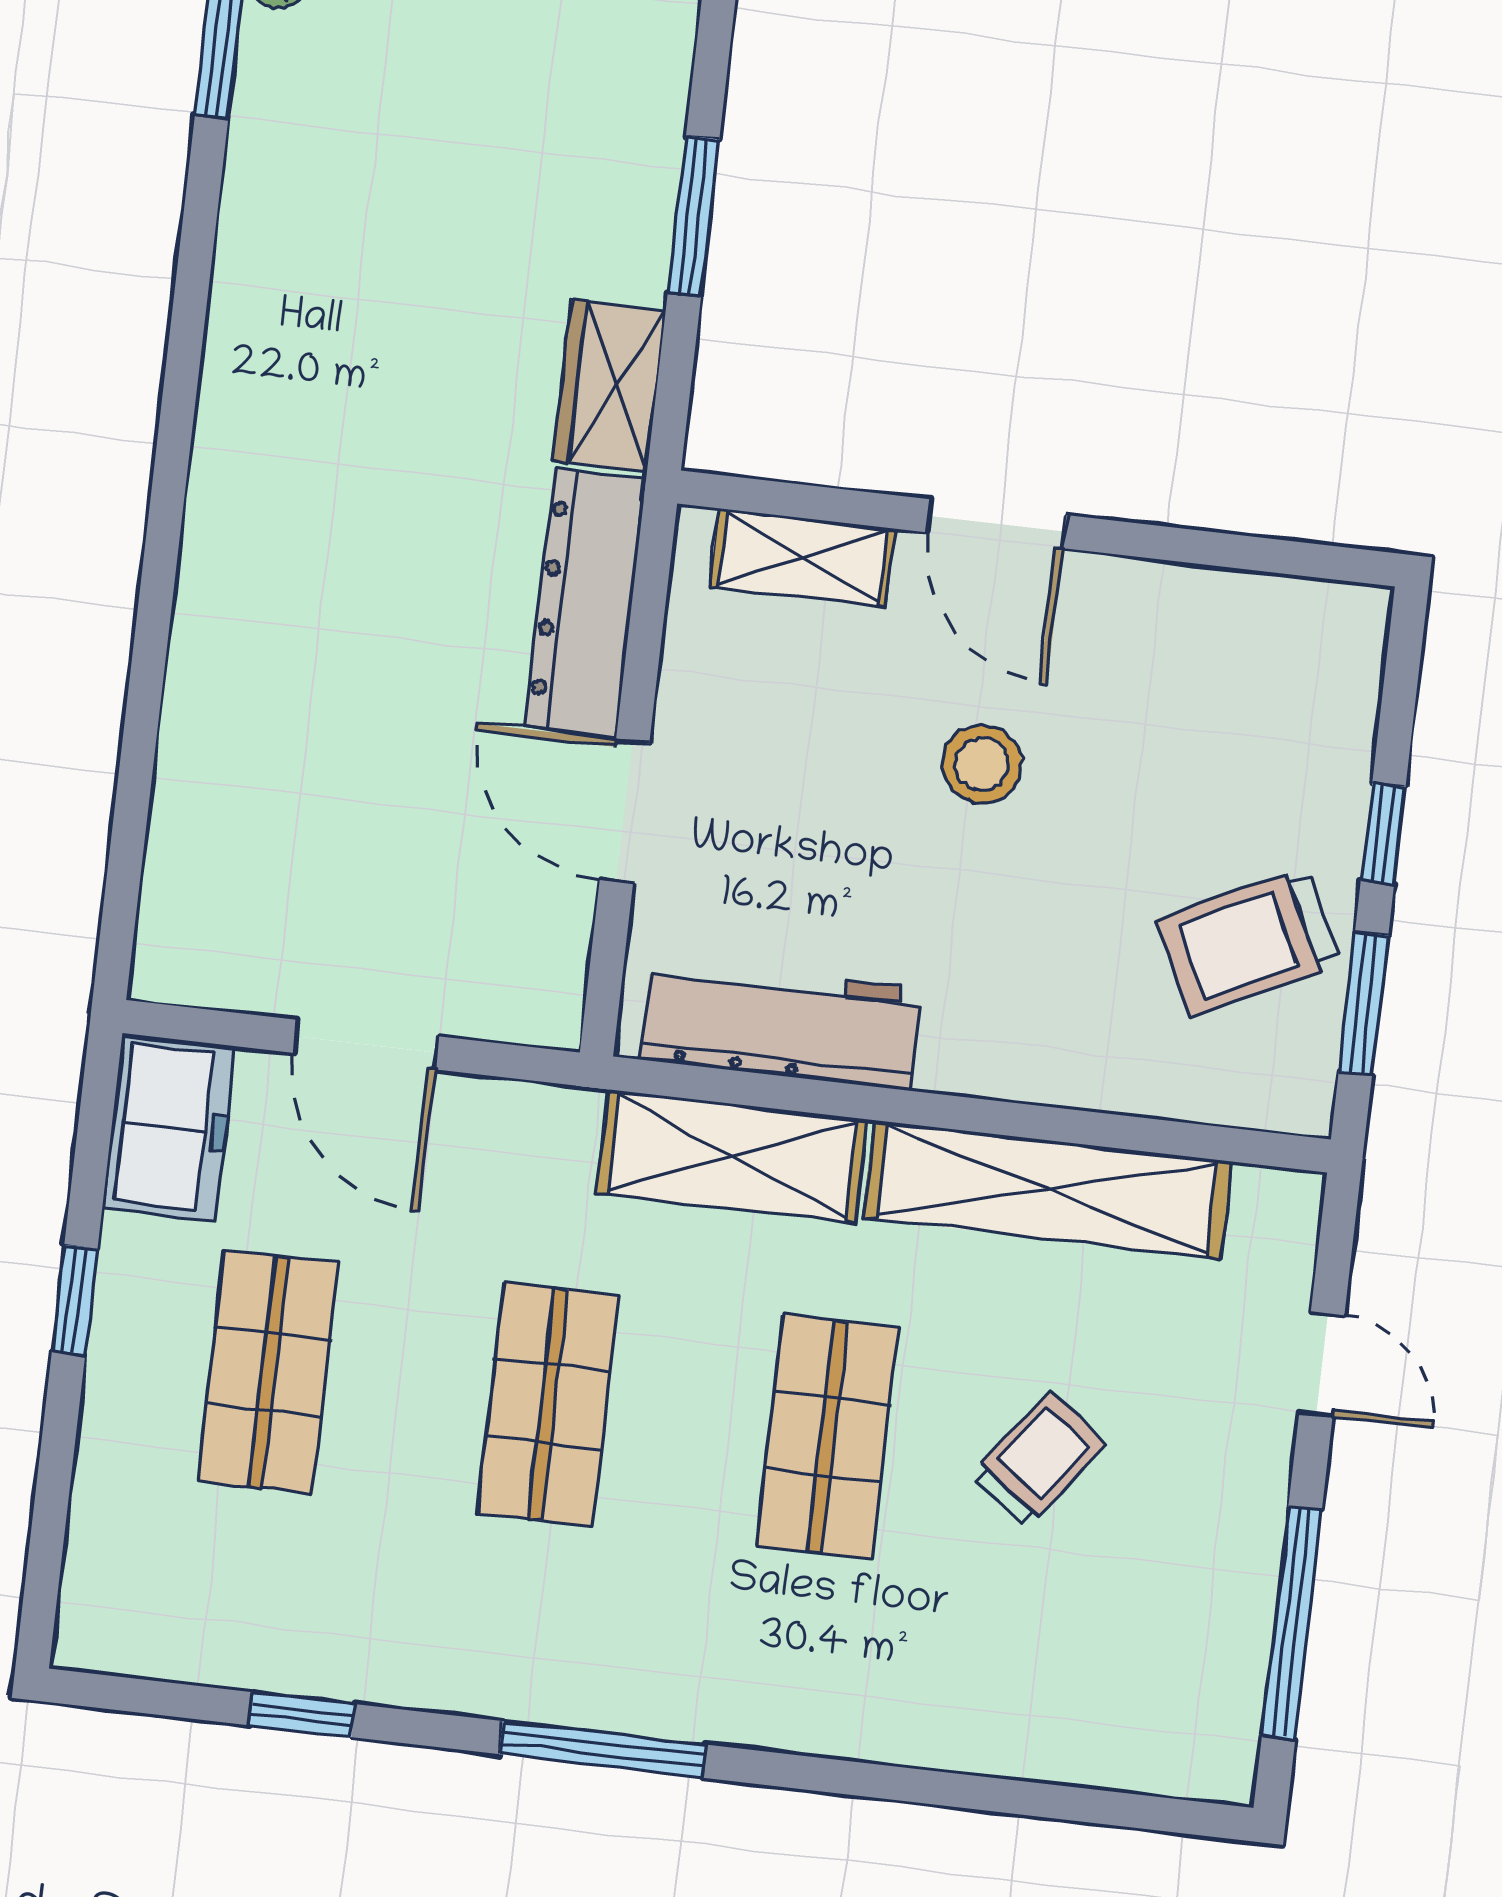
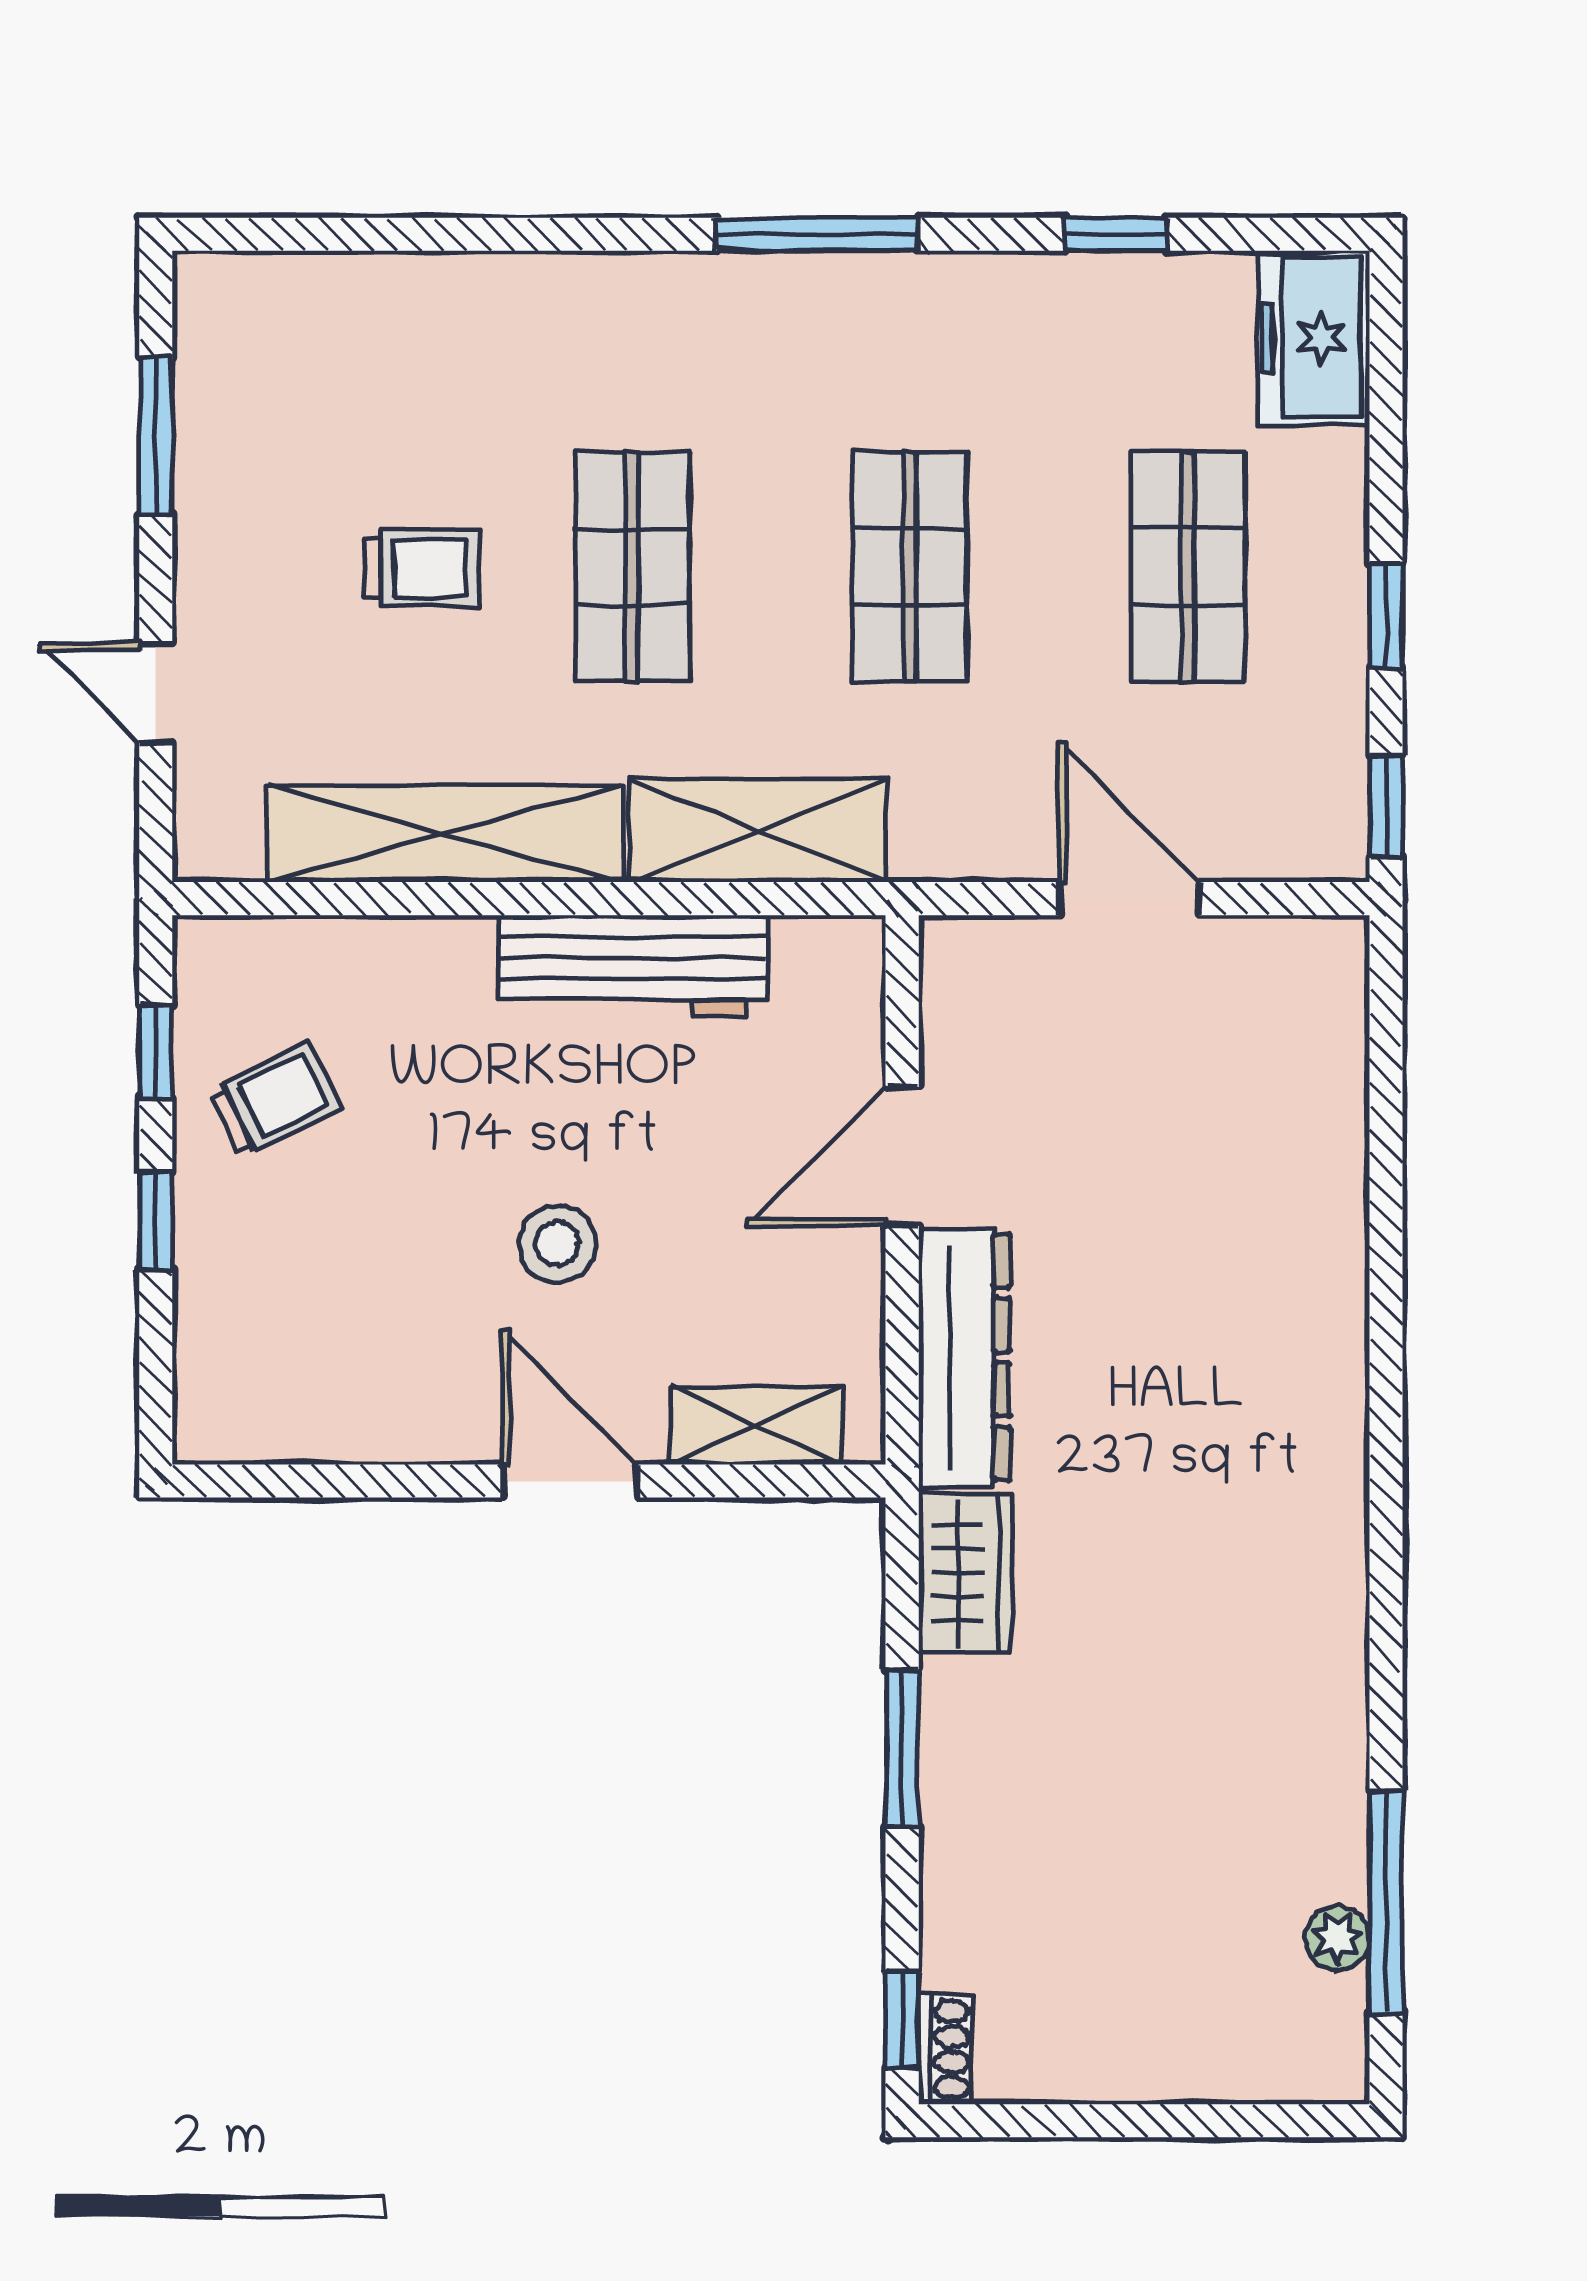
door: (625, 811) -> (902, 1157), swing flipped
trolley: (1248, 942) -> (275, 1100), width x0.73, depth x0.72
window: (1363, 1004) -> (156, 1052), width x0.67
workbench: (781, 1024) -> (633, 966), moved
window: (97, 1108) -> (1386, 806), added
freezer: (169, 1127) -> (1313, 337), moved
trolley: (1039, 1459) -> (423, 568), turned -127
window: (1292, 1623) -> (156, 436), width x0.69

